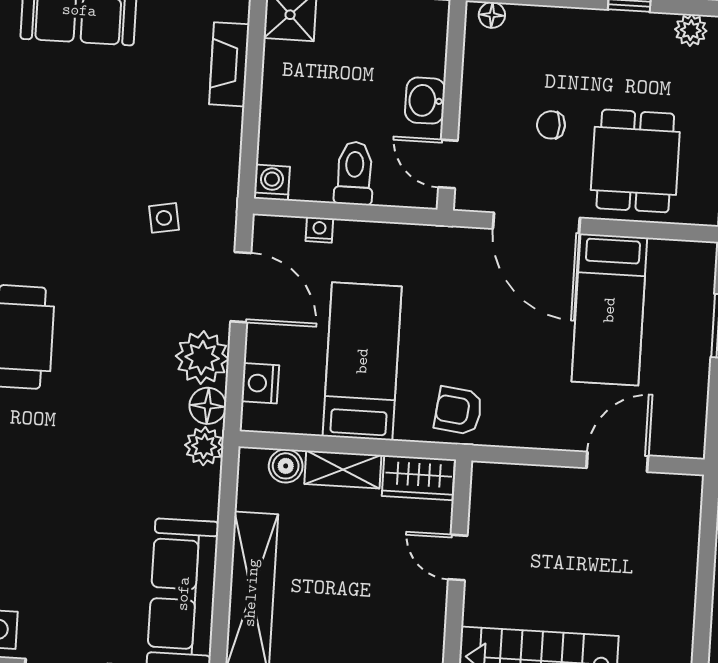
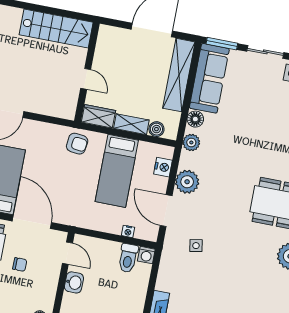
toilet: (354, 173) -> (128, 258), moved
floor lamp: (208, 406) -> (195, 119), moved

